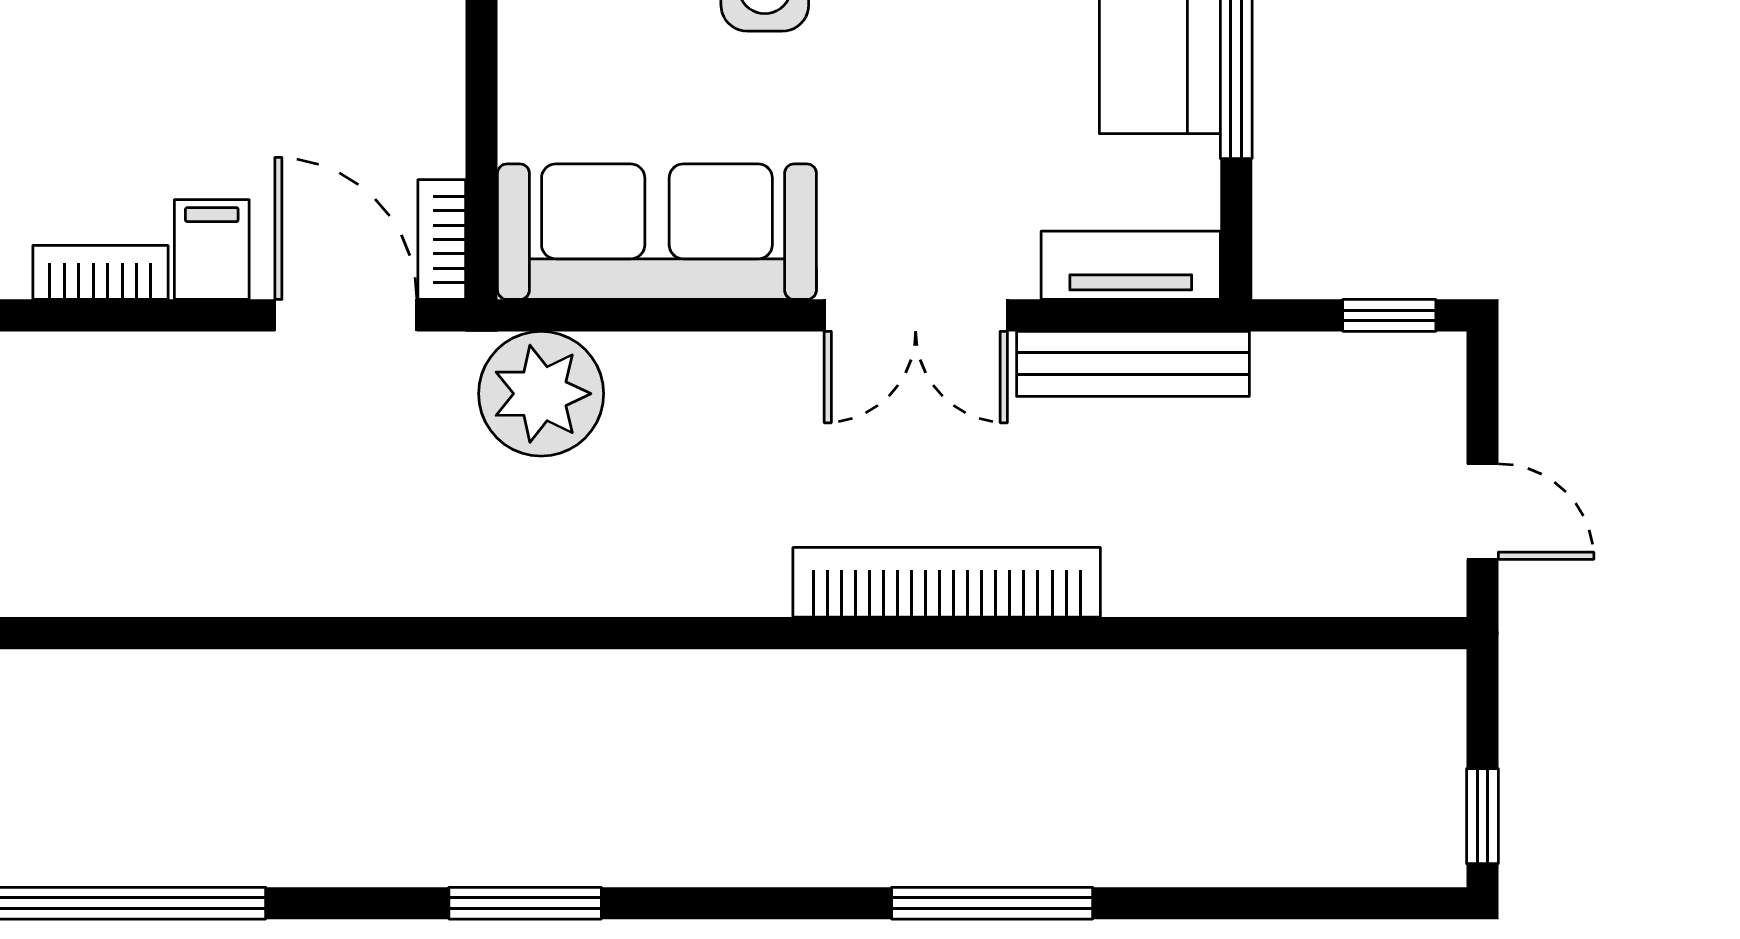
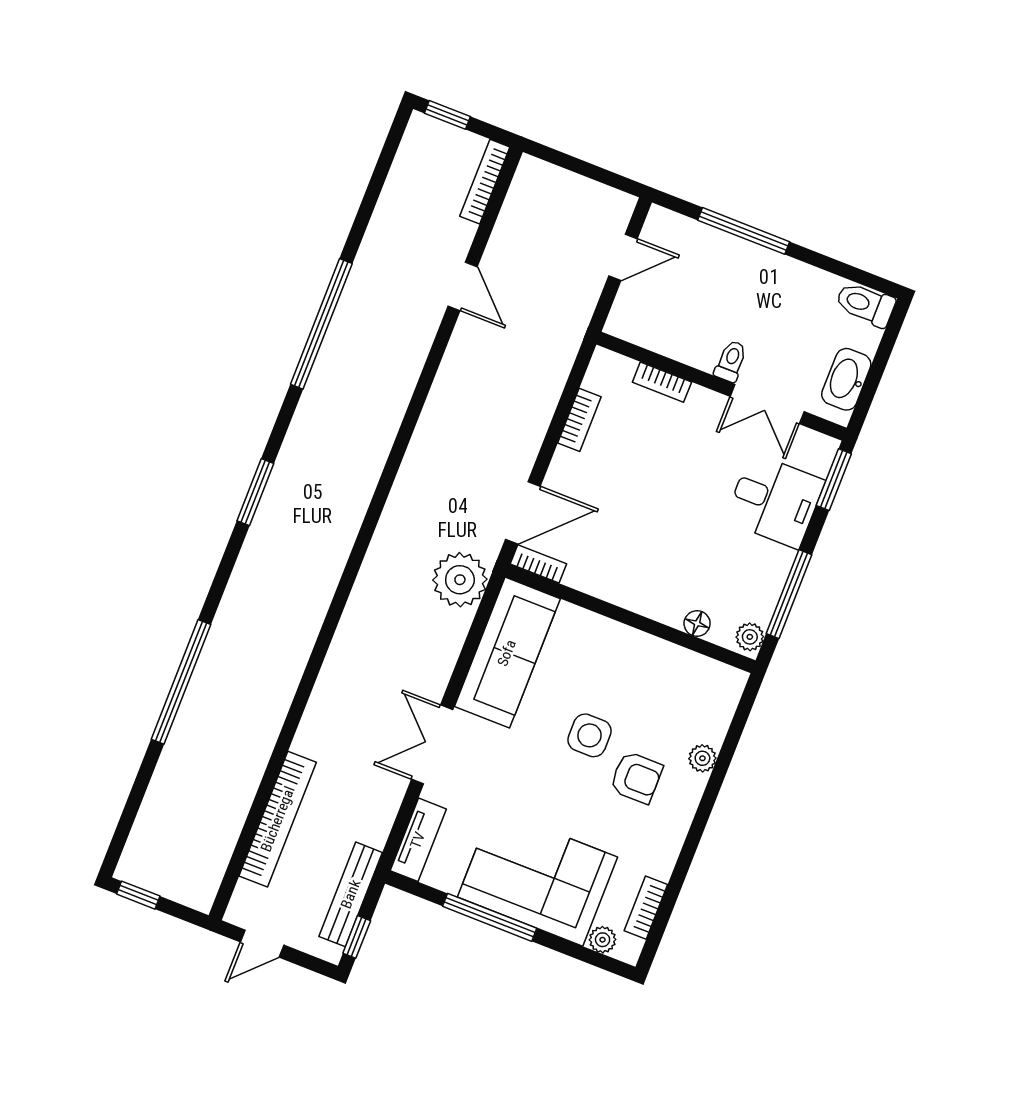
filing cabinet: (212, 250) -> (571, 469), removed
bench: (1133, 364) -> (351, 894), moved
bookcase: (947, 582) -> (278, 819), moved
window: (992, 903) -> (181, 682), width x1.46

